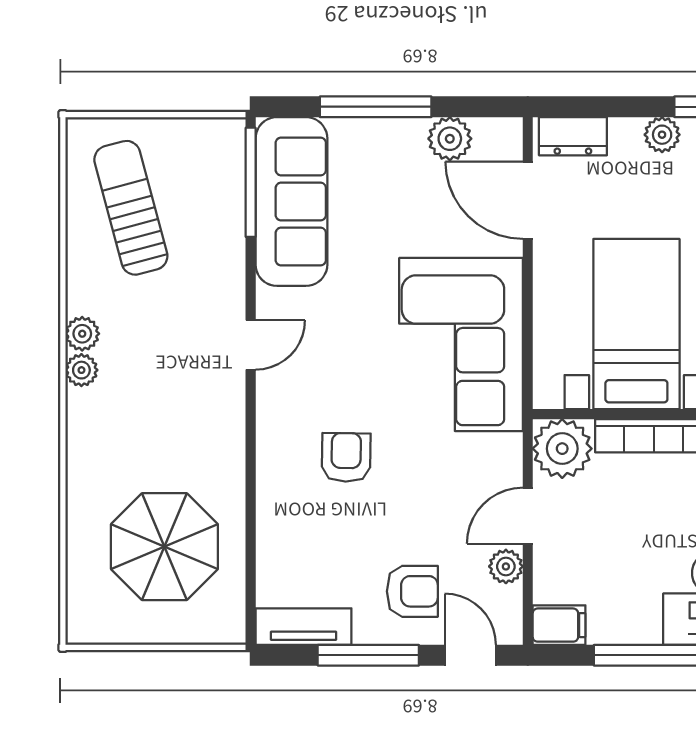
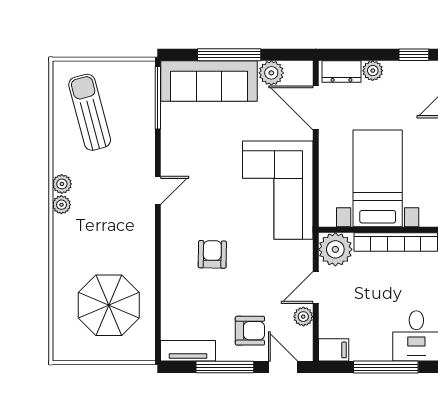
plant: (662, 135) -> (373, 71), moved
sofa: (291, 202) -> (209, 81), moved, turned 90

